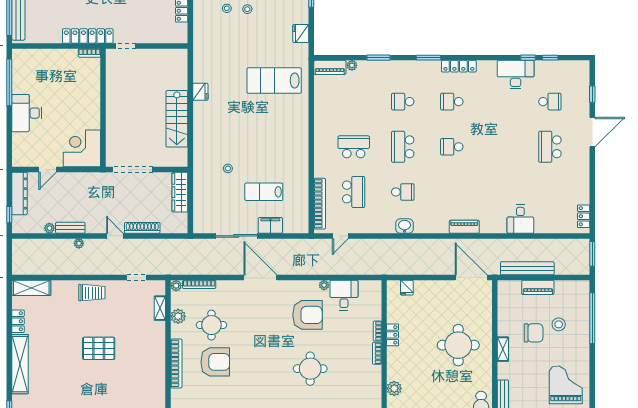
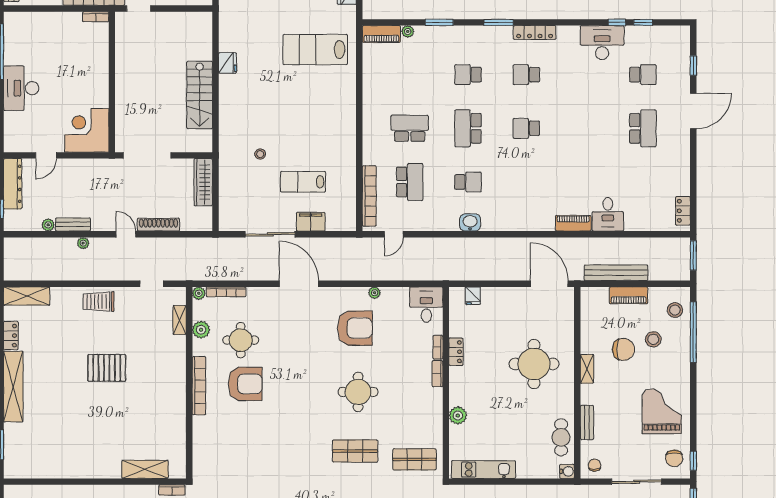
school desk: (550, 147) -> (643, 128), turned 180
piano: (464, 227) -> (573, 223), moved
trolley: (92, 293) -> (99, 302), turned 180
desk: (344, 295) -> (426, 305), moved
stool: (577, 300) -> (675, 310), added

